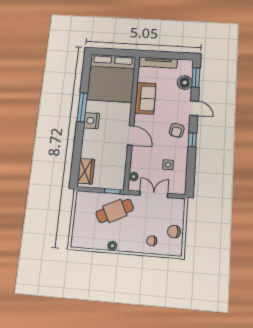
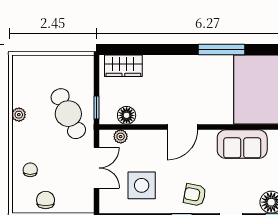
nightstand: (91, 121) -> (201, 66), removed
side table: (168, 165) -> (142, 185), width x1.87, depth x1.87
floor lamp: (120, 171) -> (127, 115), added

